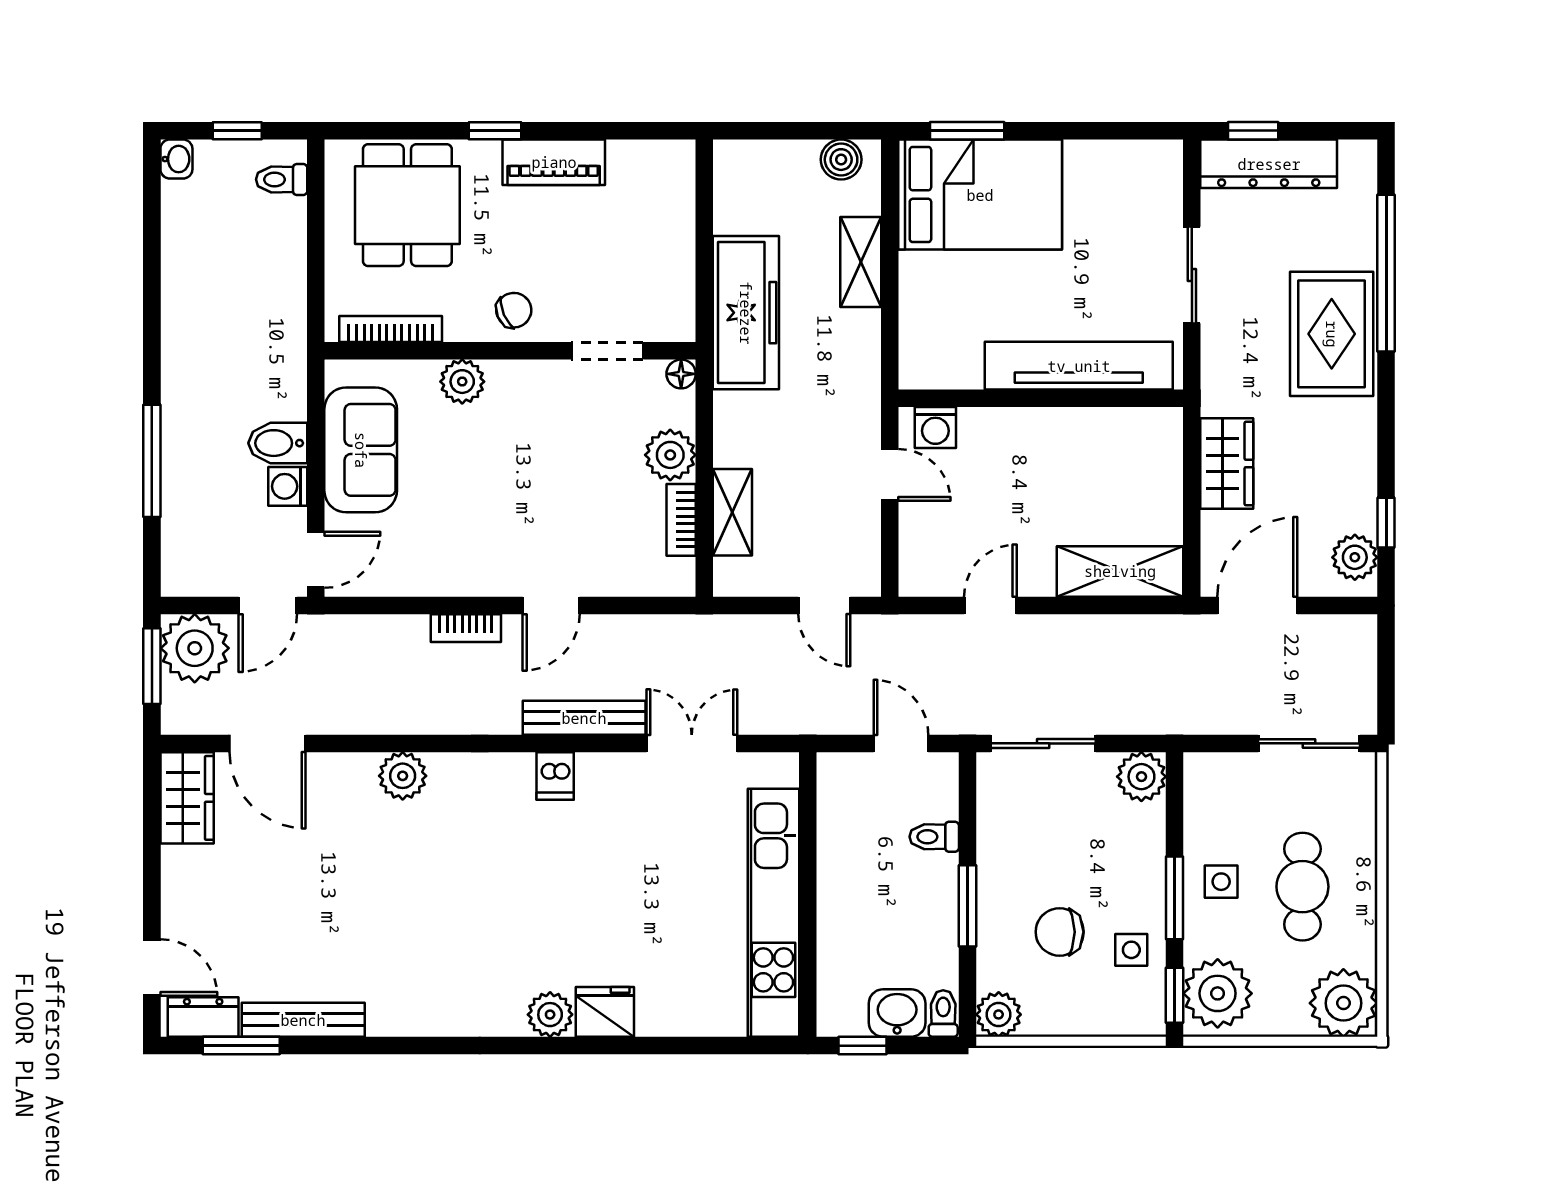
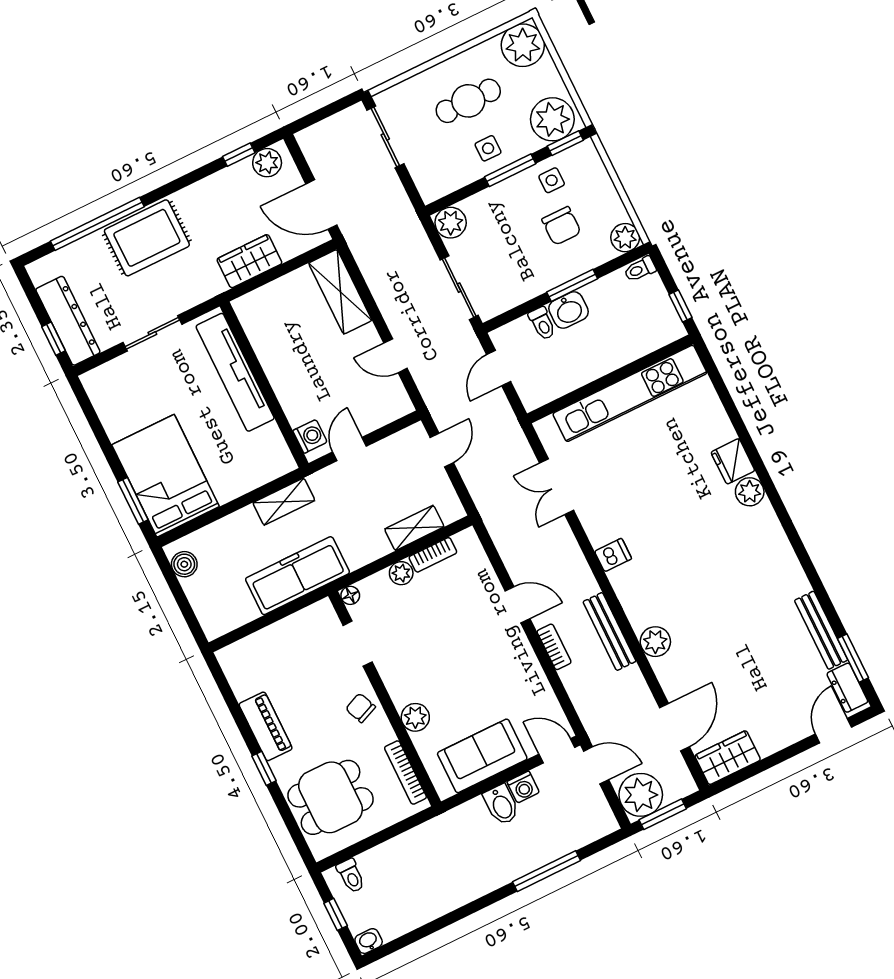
shelving: (861, 262) -> (284, 502), moved
plant: (670, 455) -> (401, 573), width x0.73, depth x0.73
bench: (584, 718) -> (610, 631), moved
washbasin: (897, 1013) -> (569, 310), moved, turned -90

